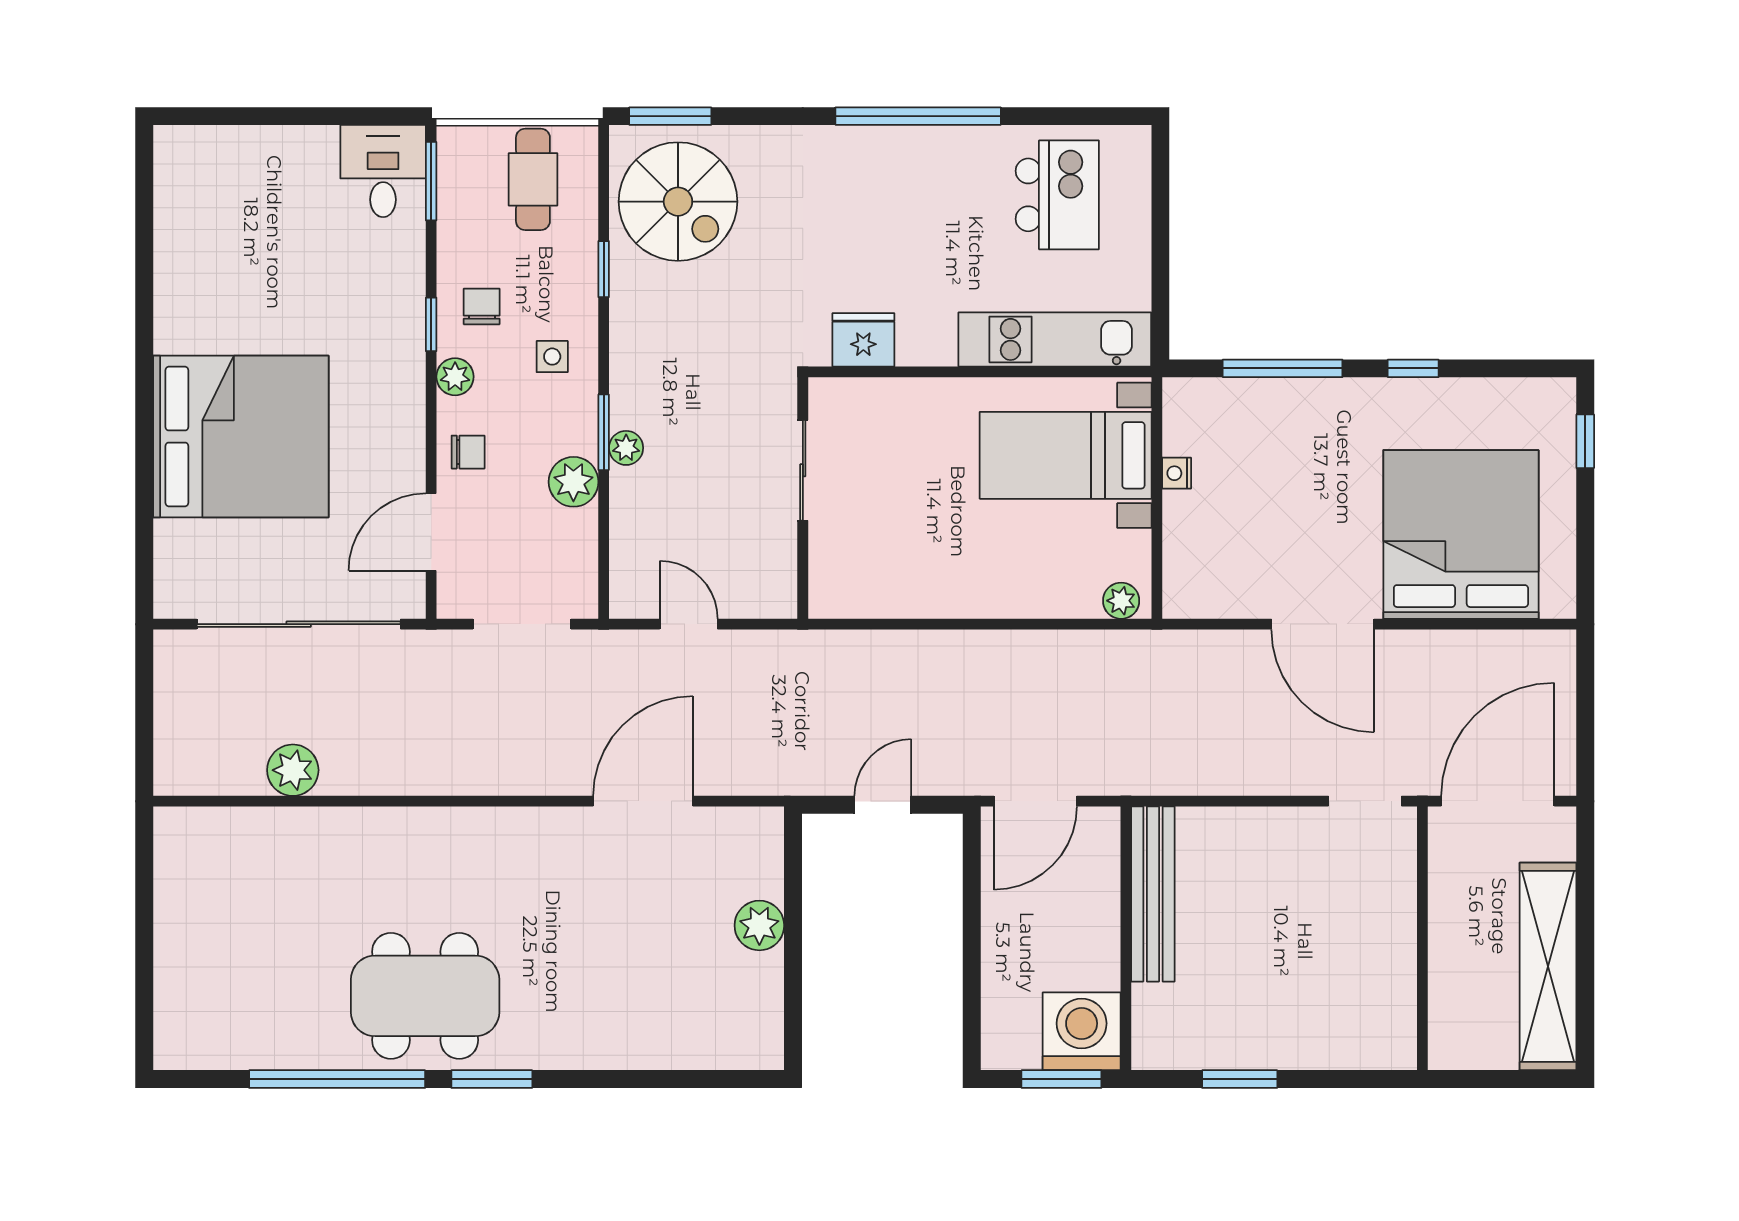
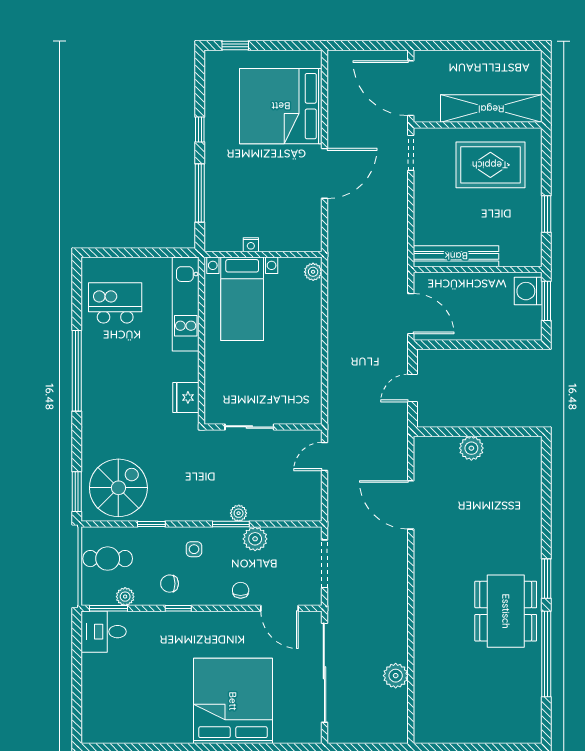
plant: (455, 377) -> (125, 597), moved
door: (689, 624) -> (324, 457), moved
door: (883, 805) -> (412, 388), hinge flipped
rug: (1340, 965) -> (490, 165), added
shelving: (1548, 966) -> (491, 109), moved
washing machine: (1082, 1031) -> (528, 291), width x0.73, depth x0.73

